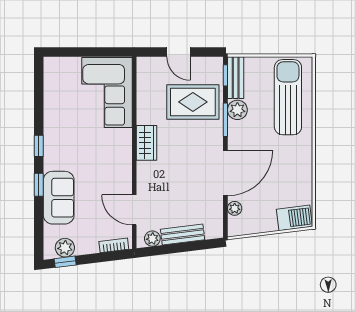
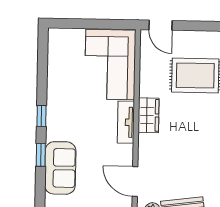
door: (179, 52) -> (160, 25), moved
tv unit: (124, 150) -> (126, 122), added

